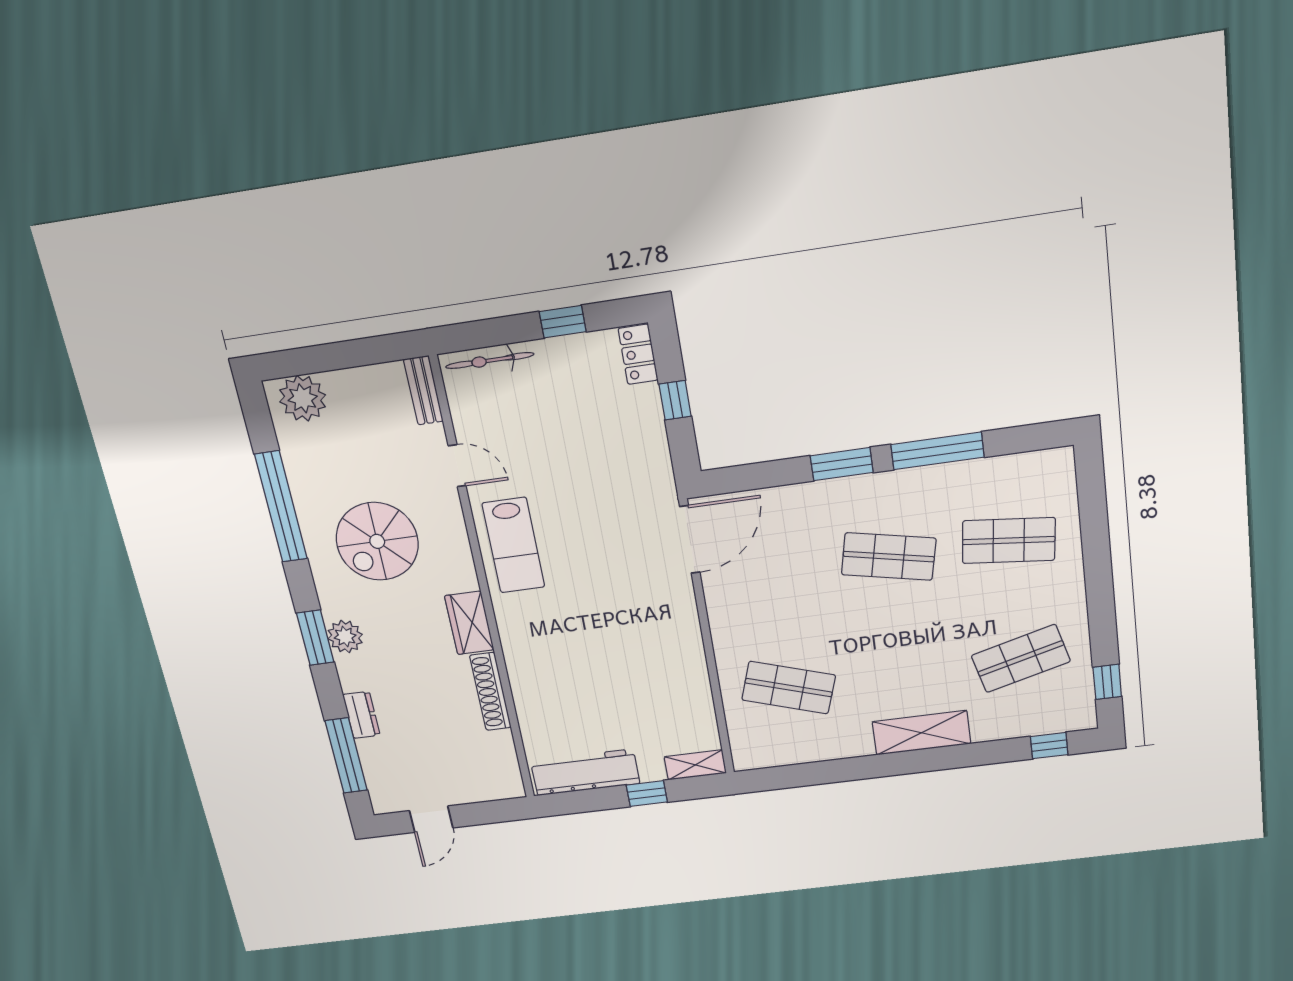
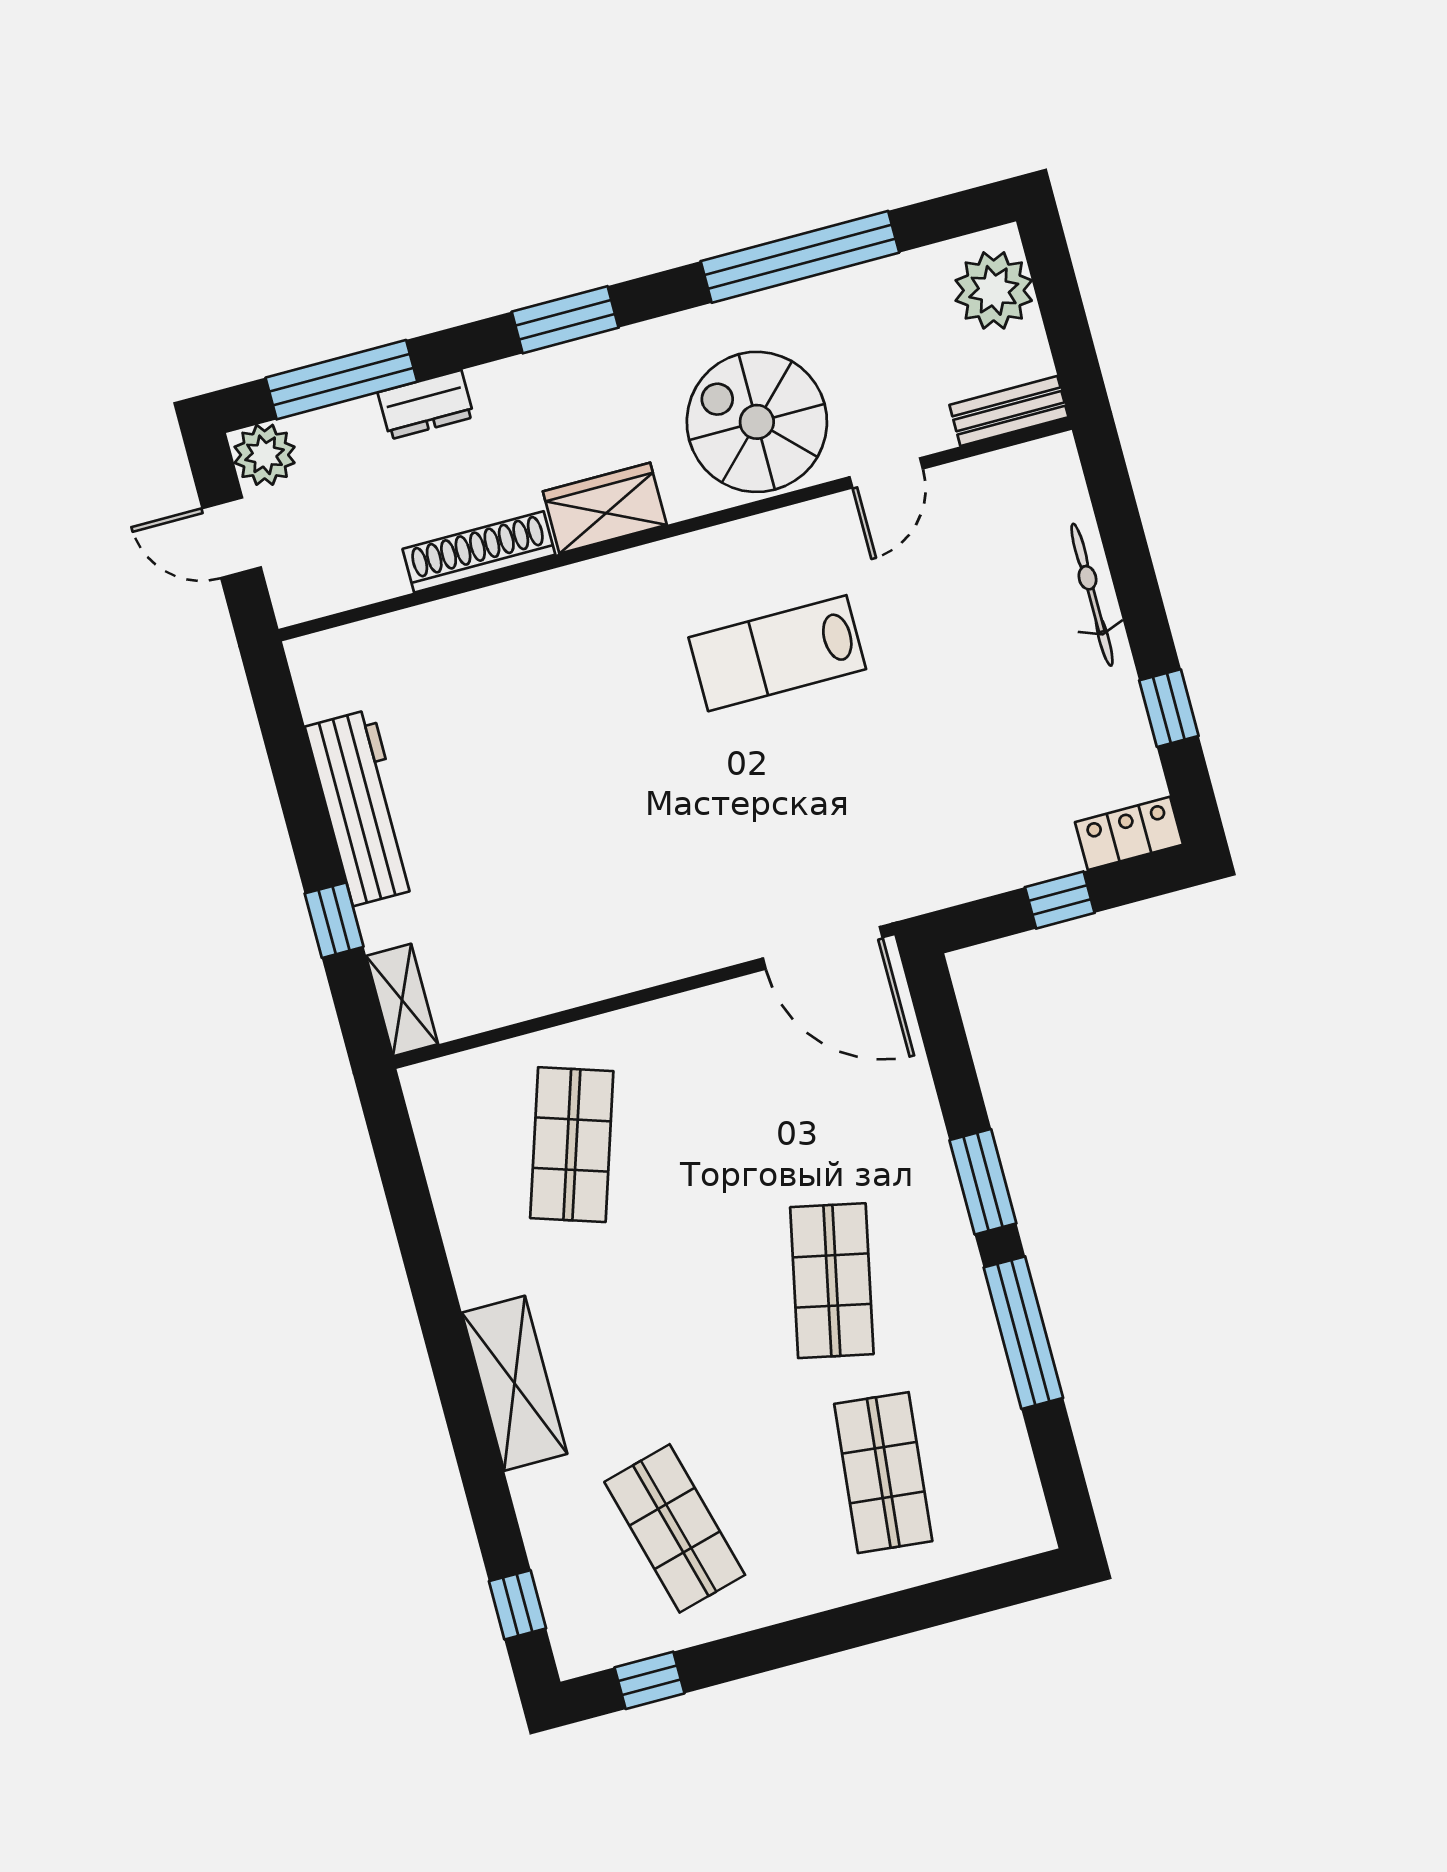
bench: (423, 390) -> (1009, 411), moved
door: (457, 466) -> (886, 473), moved
wall: (484, 587) -> (675, 529), moved
wardrobe: (469, 623) -> (605, 508), moved
plant: (345, 637) -> (265, 455), moved
shoe rack: (490, 692) -> (479, 552), moved

